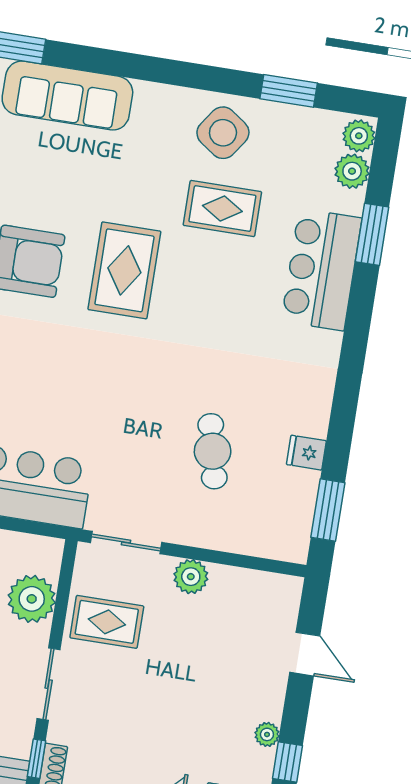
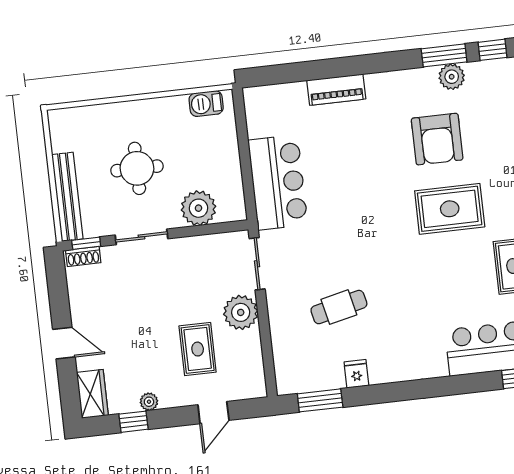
plant: (191, 577) -> (241, 312), width x1.36, depth x1.36
rug: (107, 622) -> (198, 349), moved

